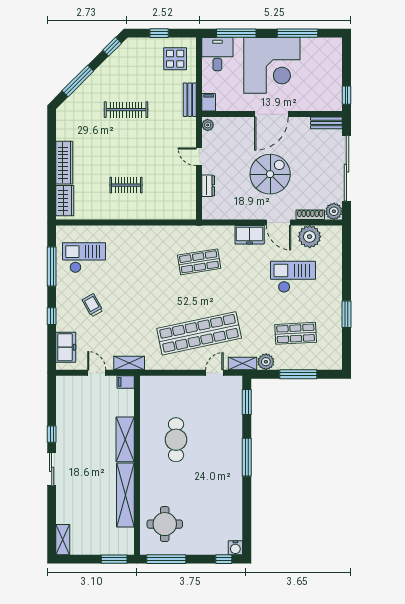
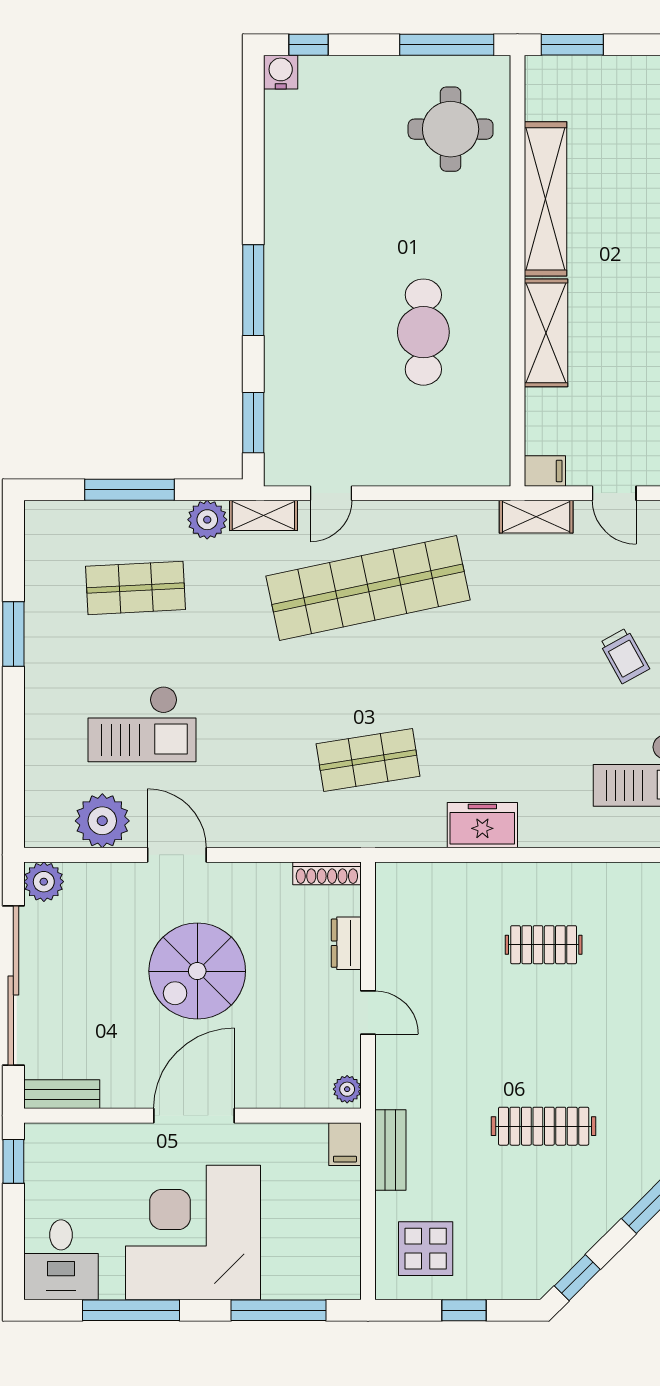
desk: (217, 54) -> (61, 1260), moved
shoe rack: (310, 215) -> (327, 873), moved
freezer: (250, 235) -> (482, 825), moved

